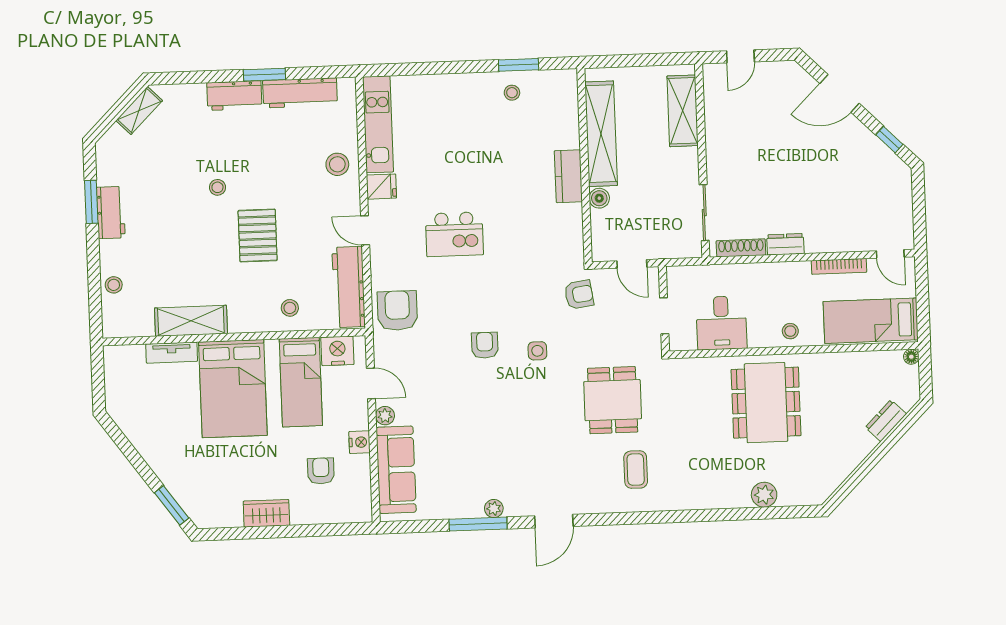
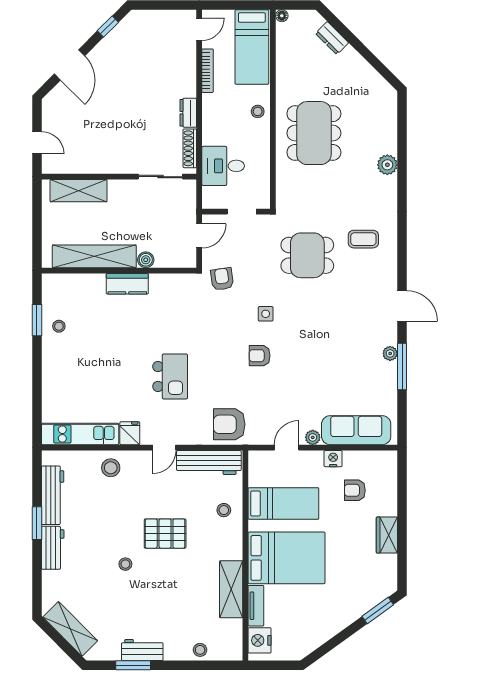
shelving: (139, 111) -> (70, 629), width x1.50, depth x1.33
desk: (721, 323) -> (223, 166), moved, turned 180
nightstand: (337, 351) -> (260, 640), moved
dining table: (766, 403) -> (314, 133), turned 90
plant: (764, 495) -> (387, 165), moved

